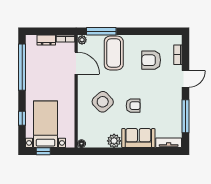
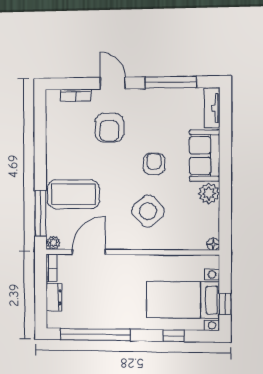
armchair: (151, 60) -> (109, 128), moved

